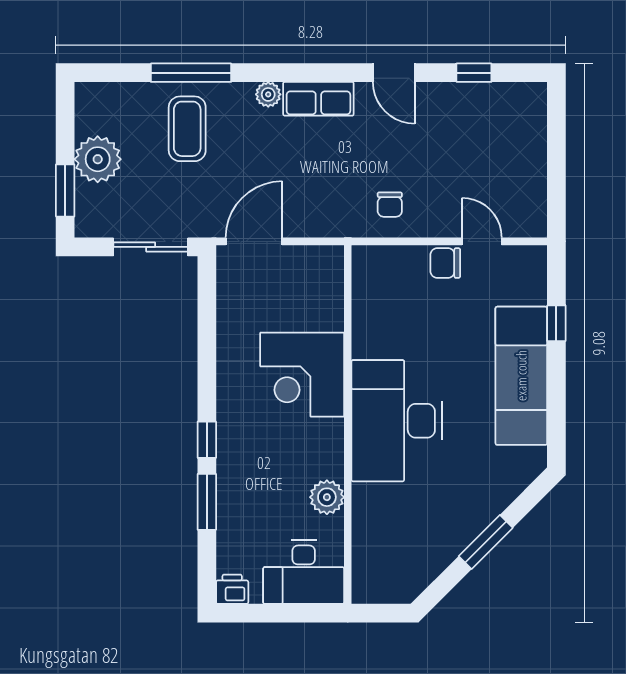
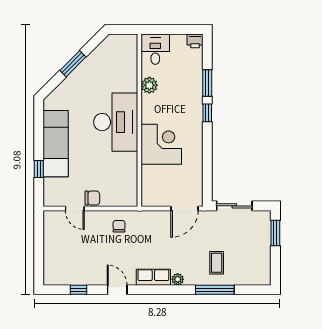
coffee table: (187, 129) -> (217, 263), width x0.73, depth x0.77
plant: (98, 159) -> (260, 248), removed
desk: (304, 572) -> (155, 49), width x0.73

